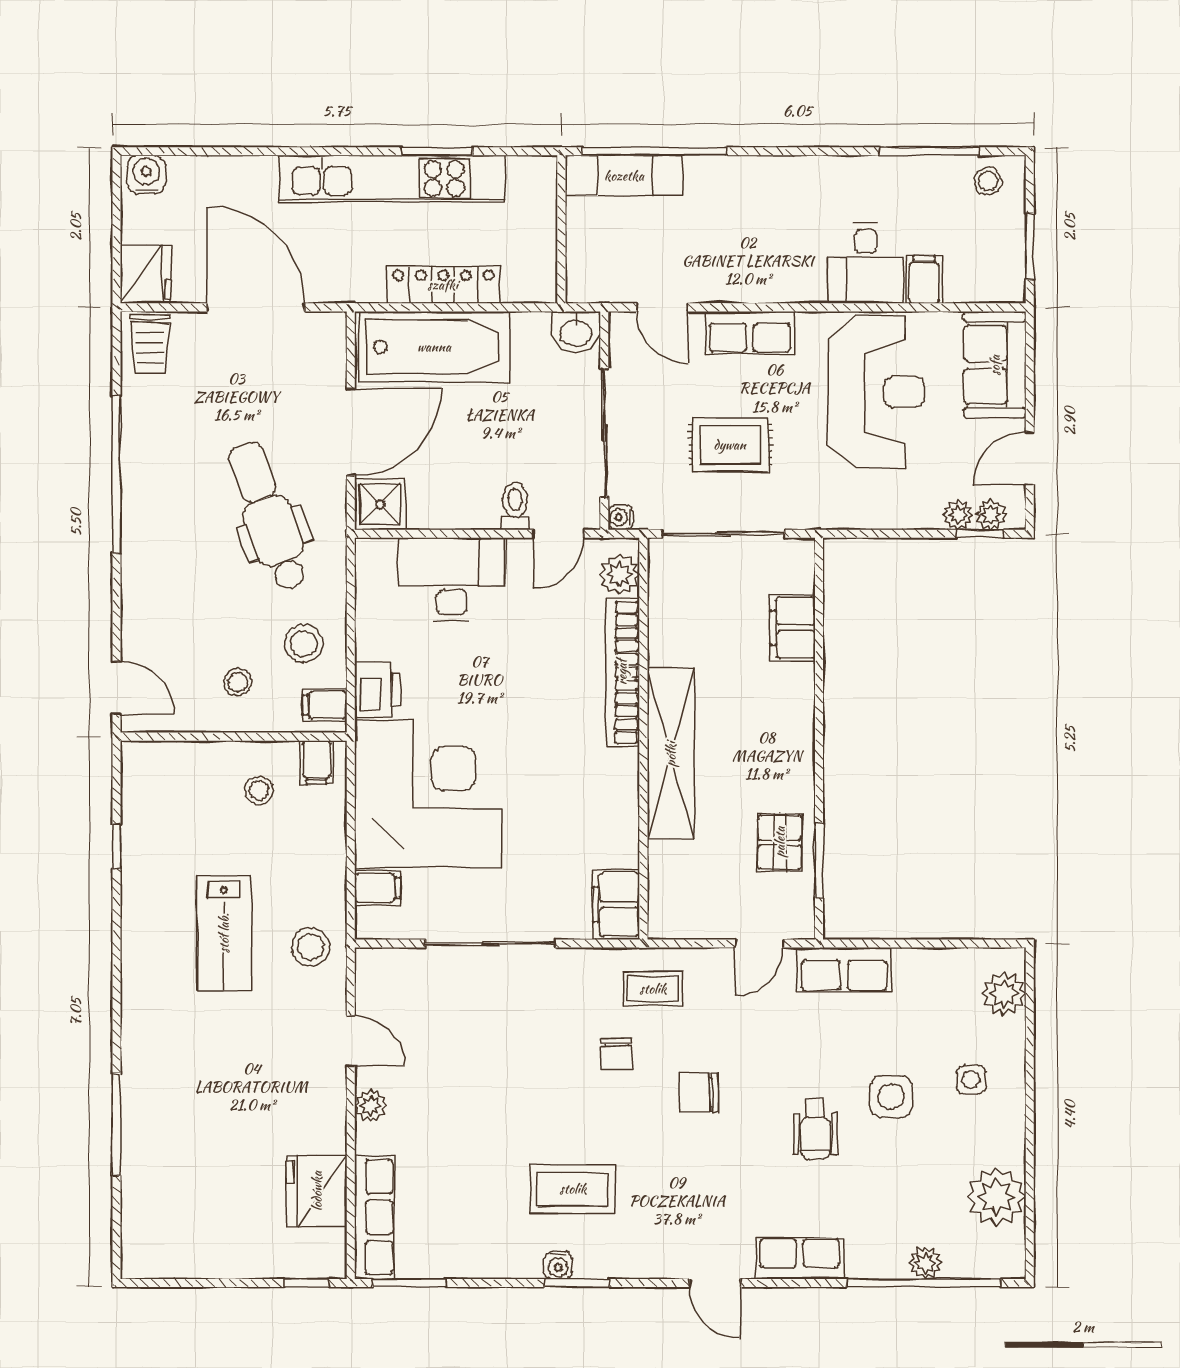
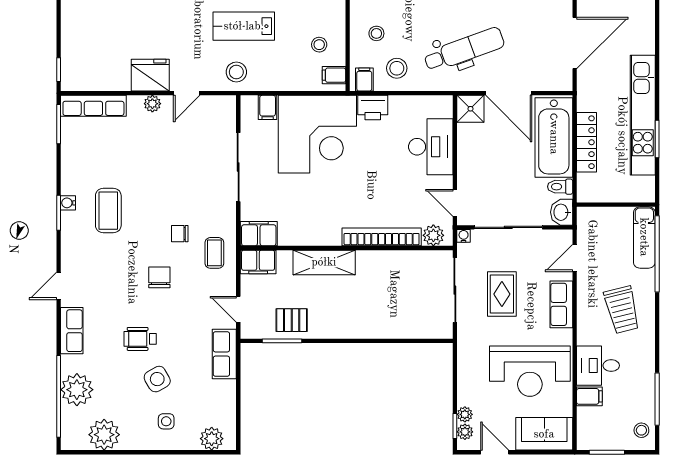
trolley: (760, 218) -> (622, 310), added
toilet: (515, 506) -> (560, 187), moved, turned 180
filing cabinet: (793, 628) -> (258, 262), moved, turned 180
shelving: (671, 754) -> (324, 262), width x0.68
side table: (891, 1097) -> (157, 379), turned -30
fridge: (317, 1191) -> (150, 75), moved
plant: (925, 1263) -> (77, 390), width x1.87, depth x1.87

